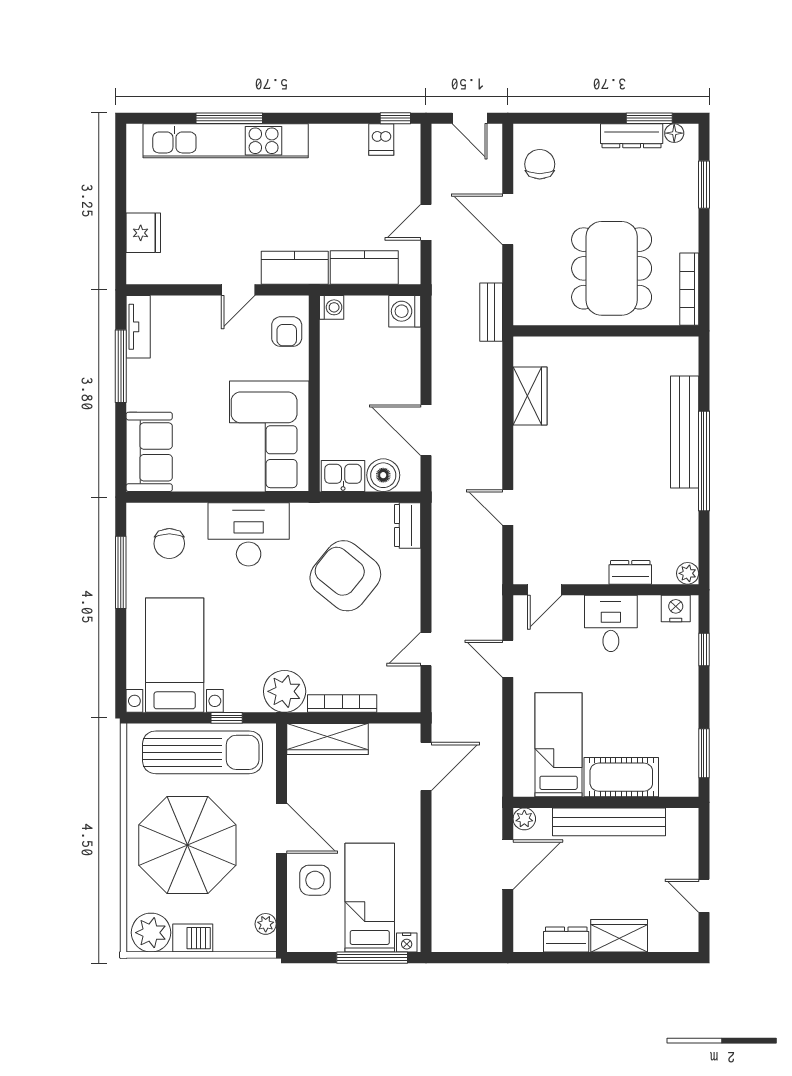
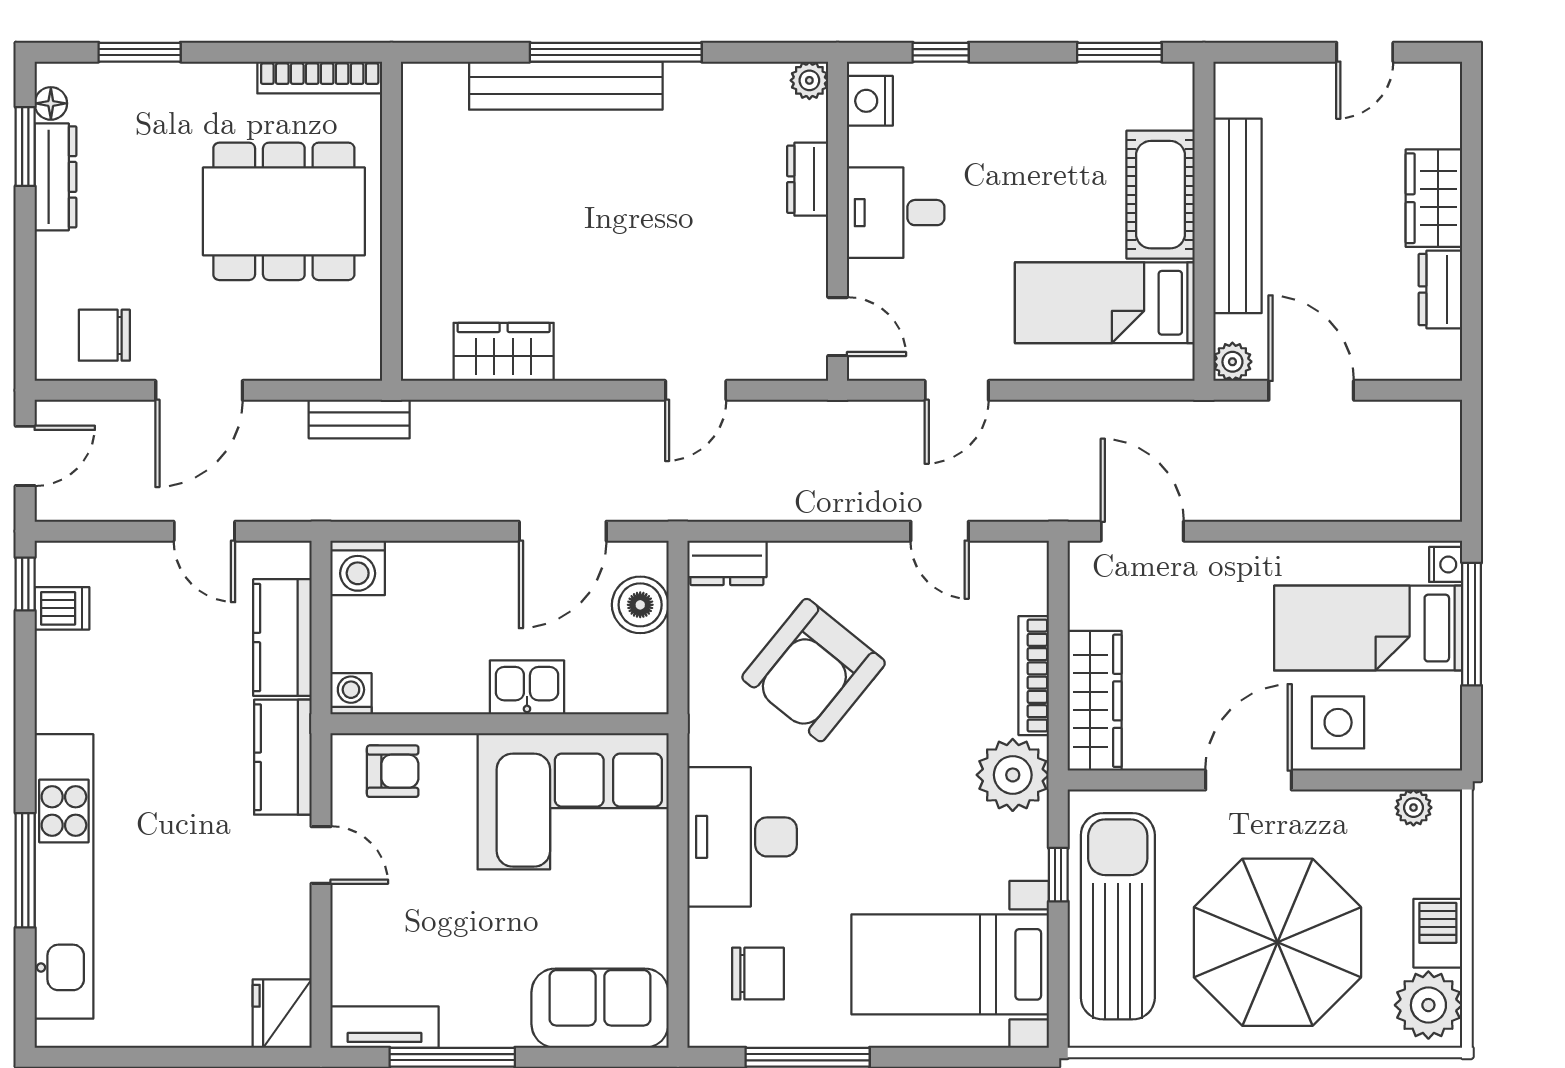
fridge: (143, 233) -> (282, 1014), moved, turned -90
kitchen sink: (343, 476) -> (527, 687), moved, turned 90

